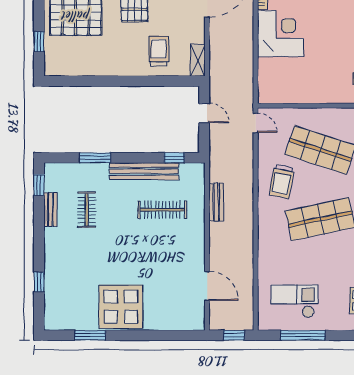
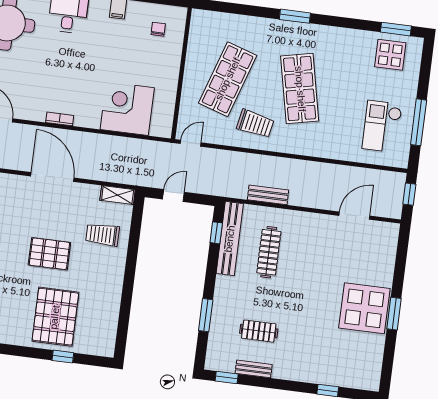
corner desk: (281, 33) -> (127, 109), moved
window: (39, 42) -> (63, 357), moved
bench: (144, 171) -> (230, 239), moved
window: (90, 335) -> (394, 314), moved

